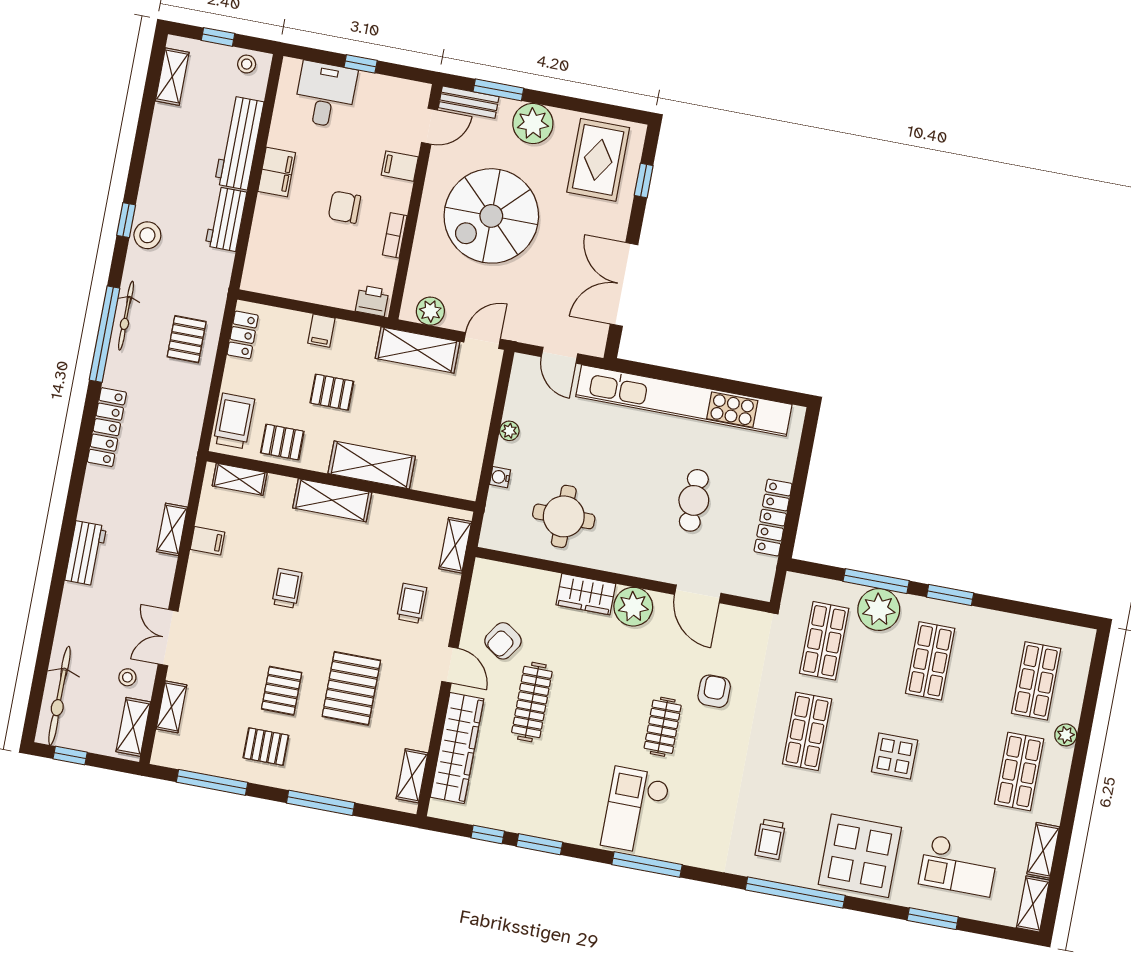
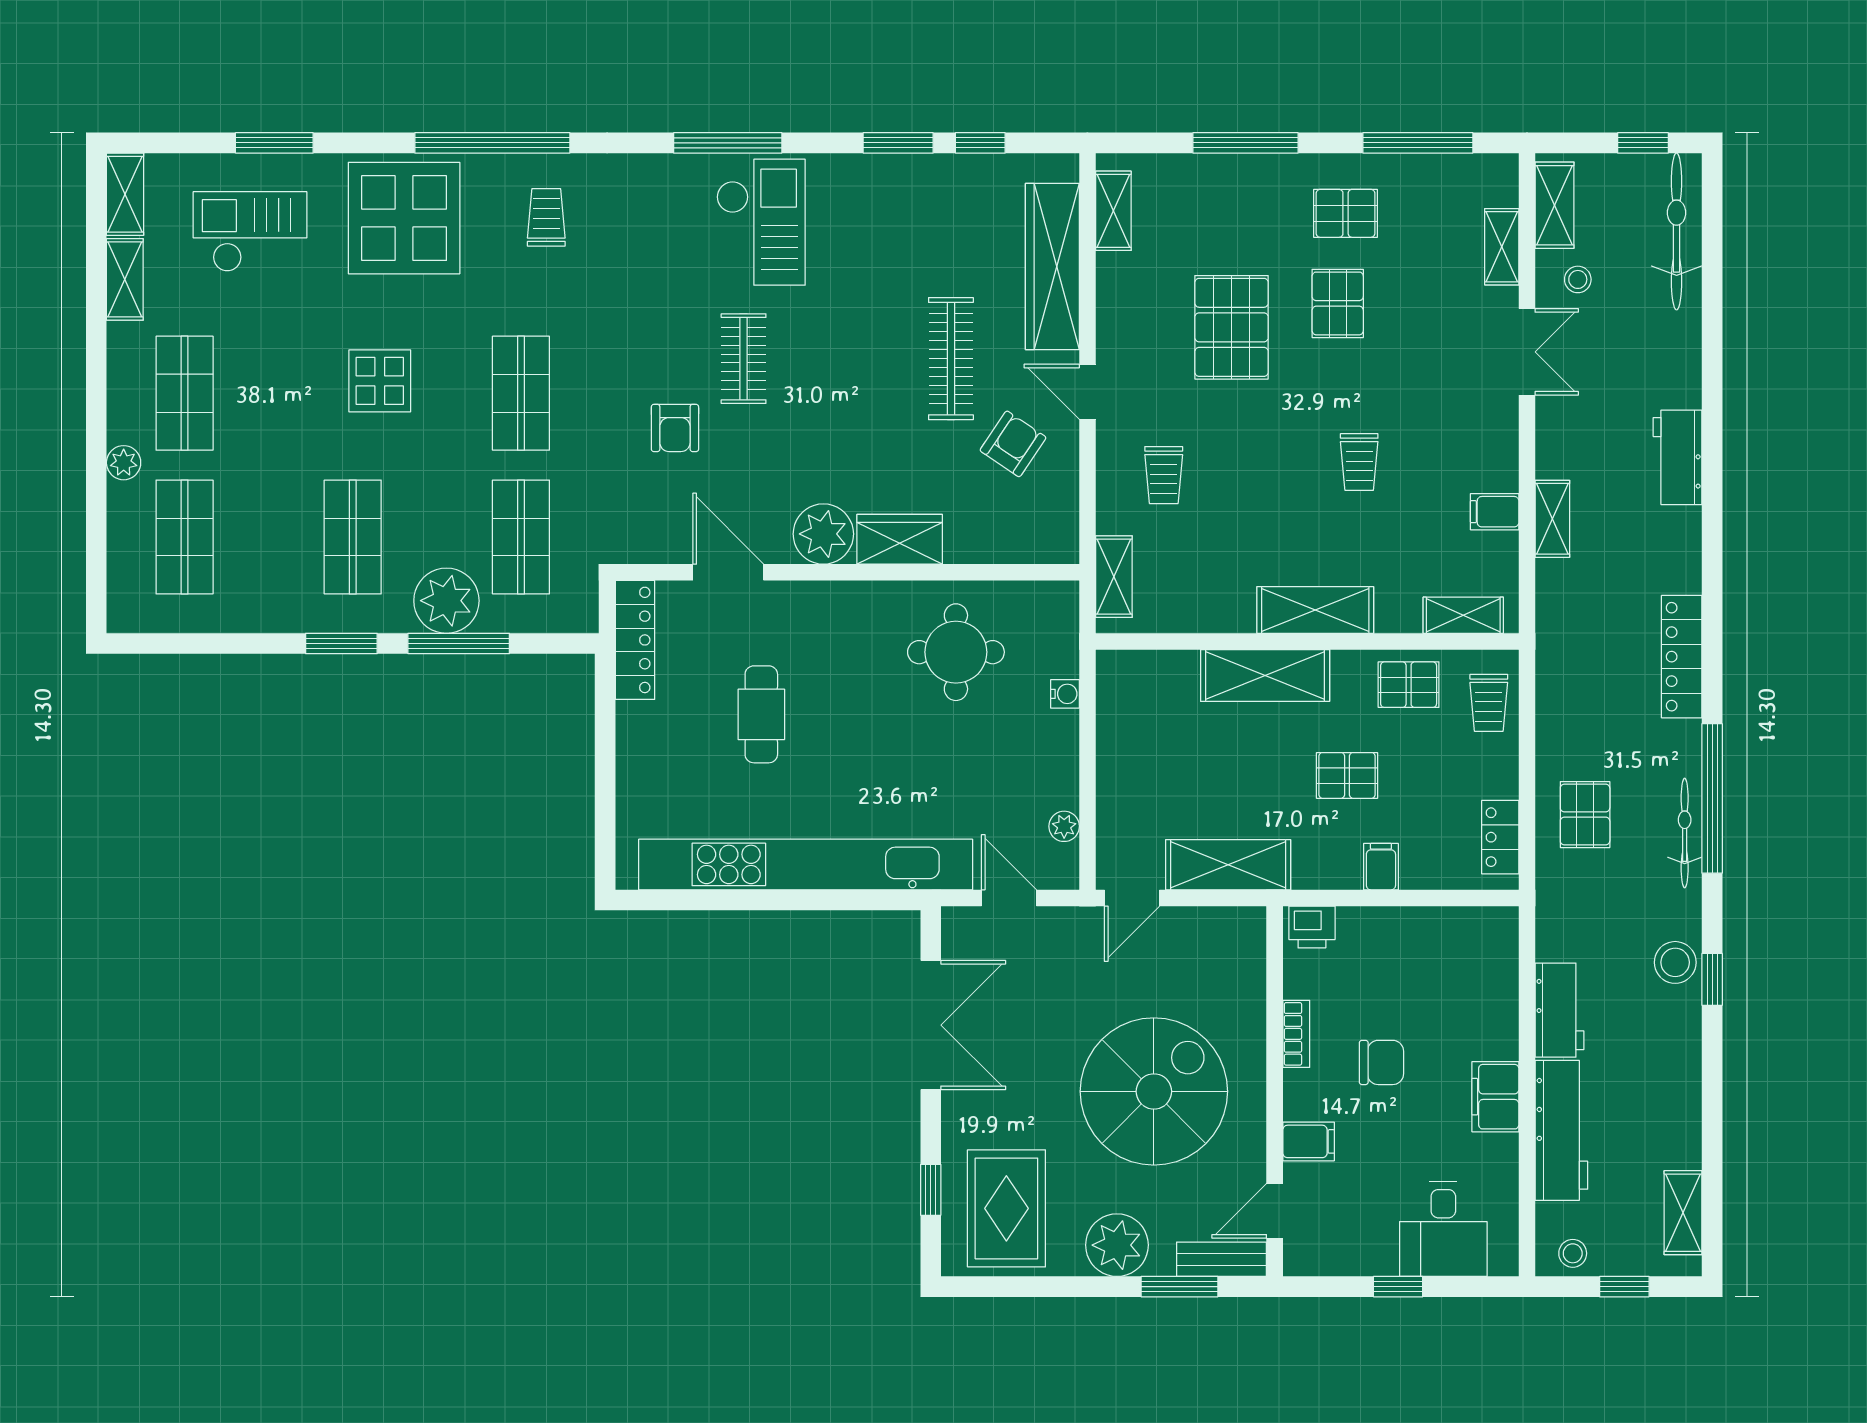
plant: (430, 311) -> (1220, 928), removed
trolley: (234, 421) -> (1489, 703), width x0.73, depth x0.72
plant: (509, 431) -> (1064, 826), moved
locker: (773, 518) -> (635, 640), moved

